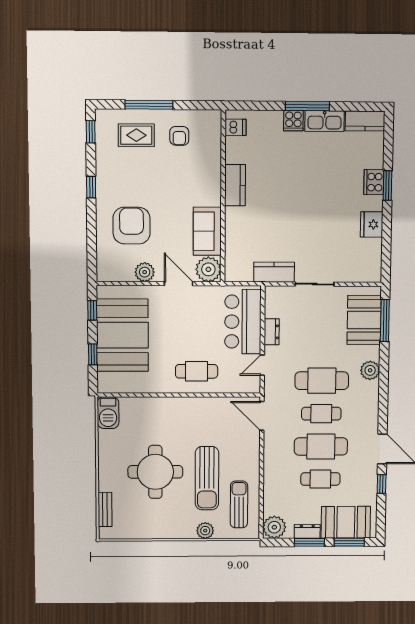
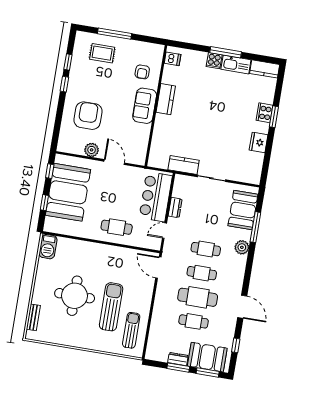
window: (91, 132) -> (68, 62), moved
armchair: (179, 136) -> (142, 72), moved
sofa: (207, 231) -> (145, 106), moved
plant: (208, 269) -> (137, 155), removed
window: (385, 321) -> (255, 227), moved
cafe table: (322, 381) -> (206, 249), width x0.73, depth x0.74
sun lounger: (207, 478) -> (111, 307), turned 180
window: (382, 484) -> (236, 345), moved
plant: (274, 527) -> (154, 352), removed
plant: (205, 531) -> (103, 346), removed

